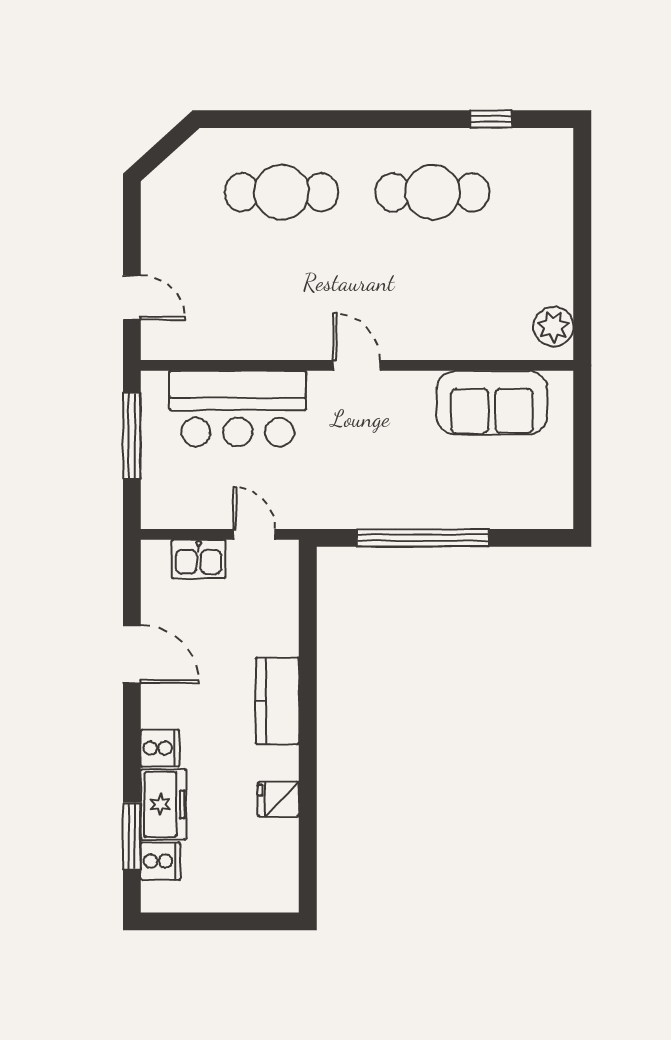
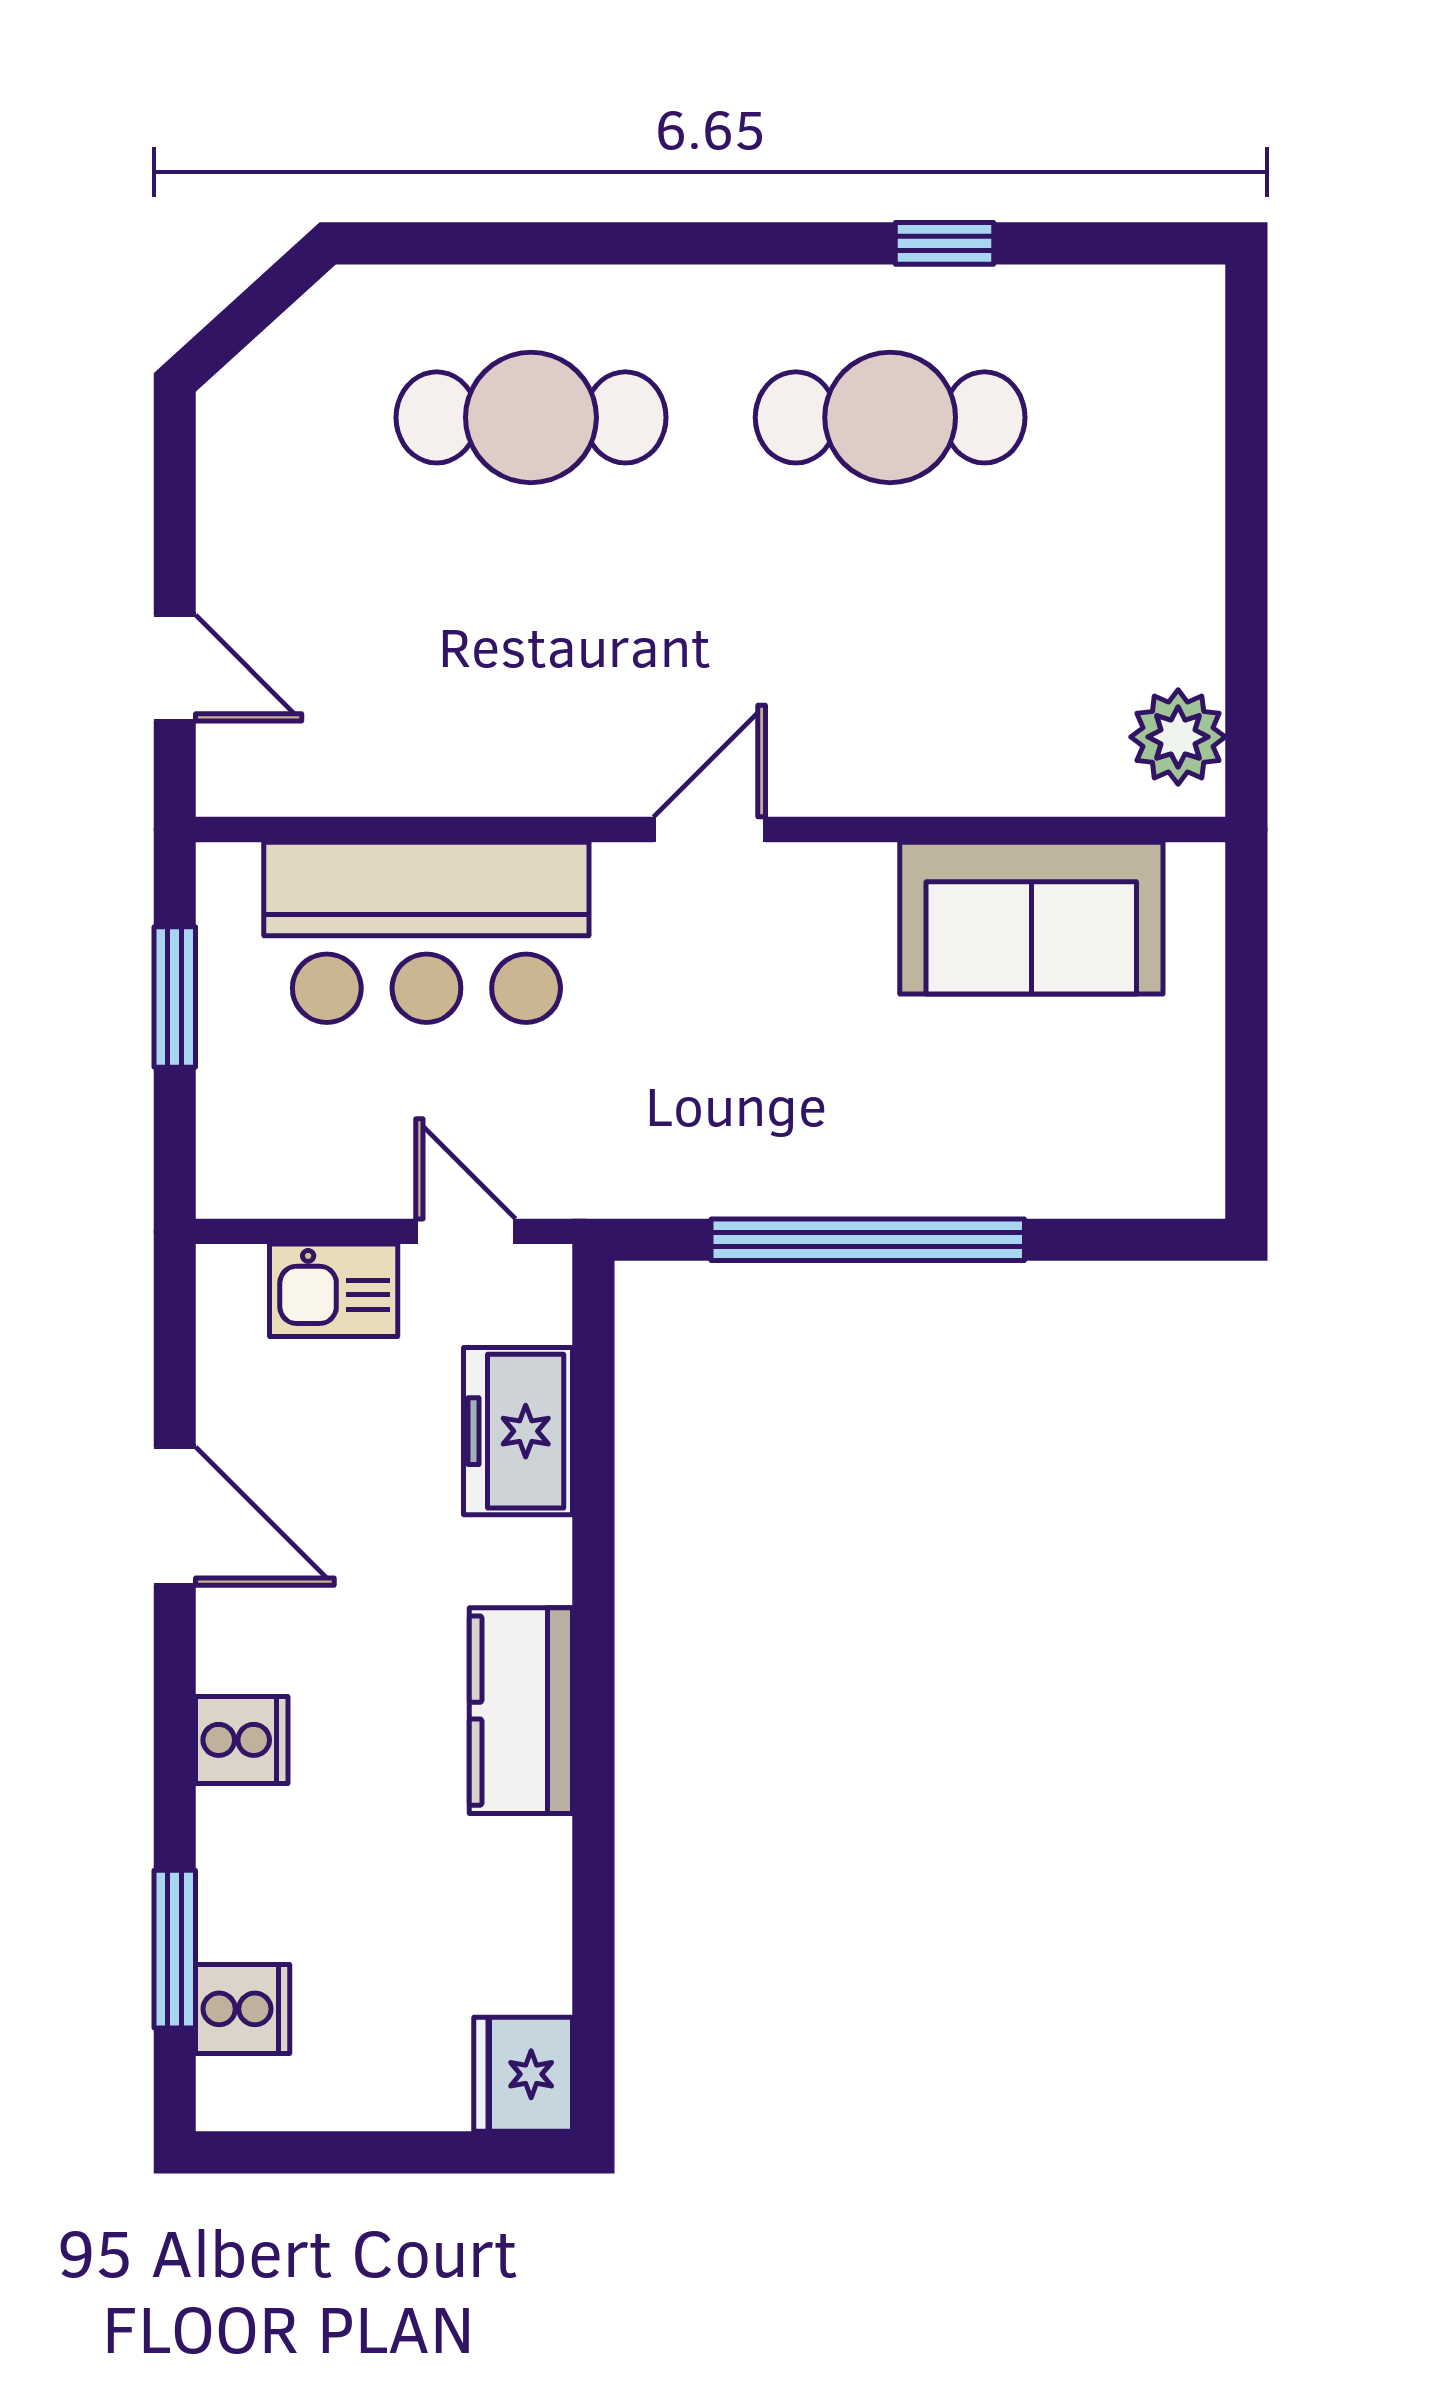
window: (491, 119) -> (944, 243), moved
door: (357, 365) -> (709, 829), hinge flipped
window: (132, 436) -> (175, 997), width x0.69
kitchen counter: (277, 701) -> (521, 1711), moved
fridge: (278, 799) -> (523, 2074), moved, width x1.38
freezer: (163, 804) -> (518, 1431), moved, turned 180

